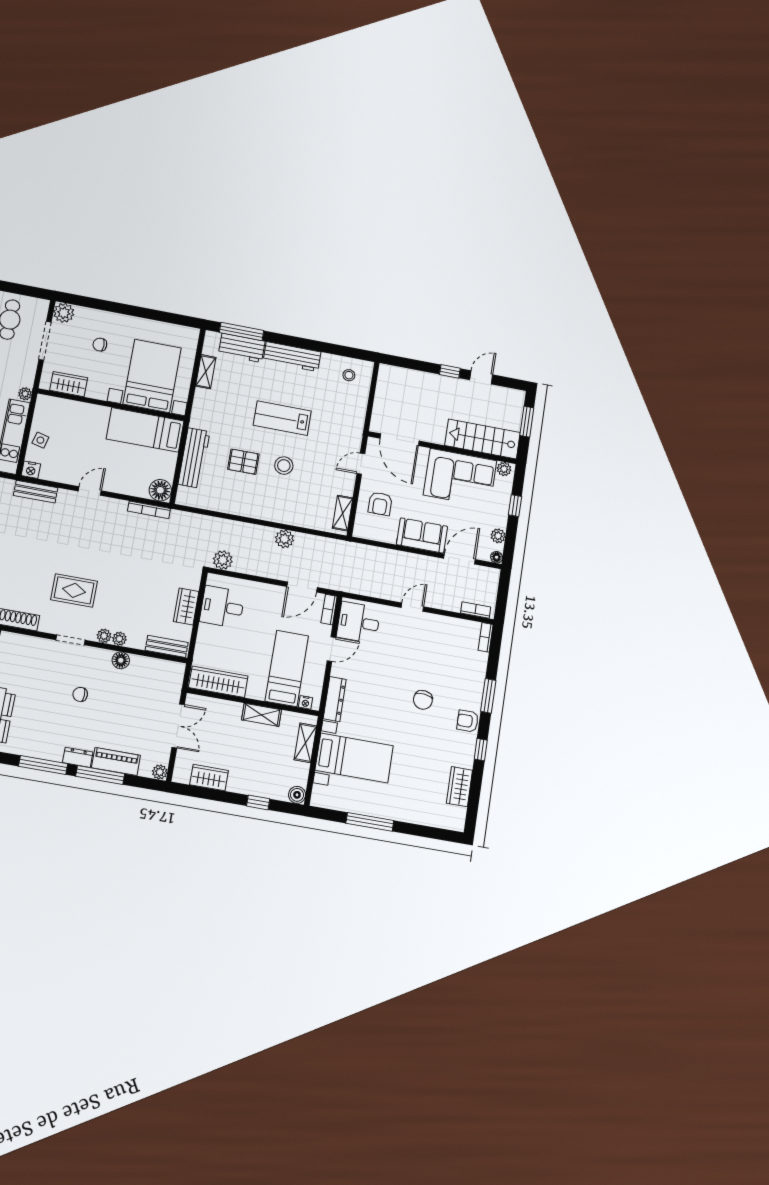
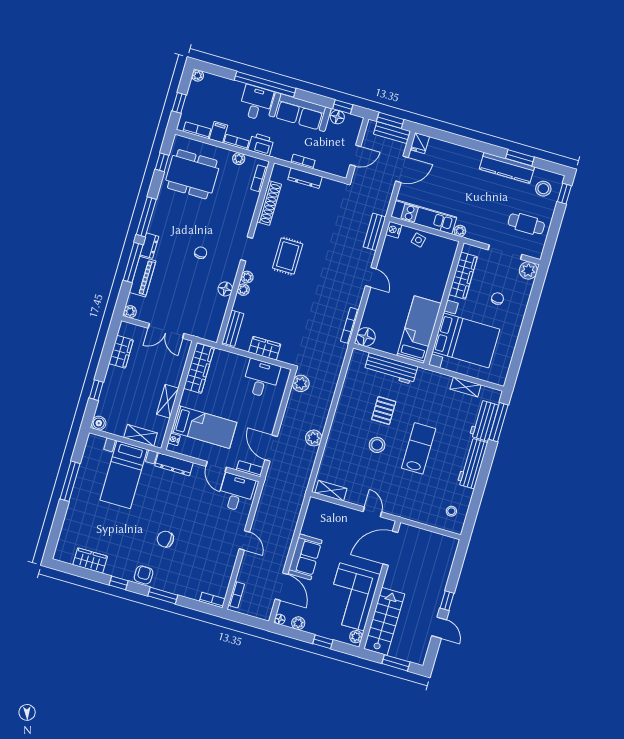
wardrobe: (69, 384) -> (463, 276), width x1.50
armchair: (380, 504) -> (336, 524), removed

